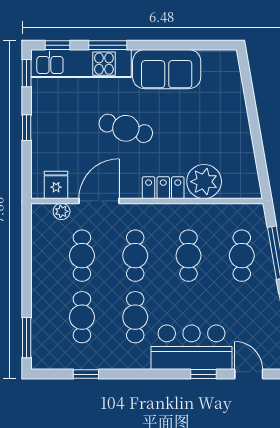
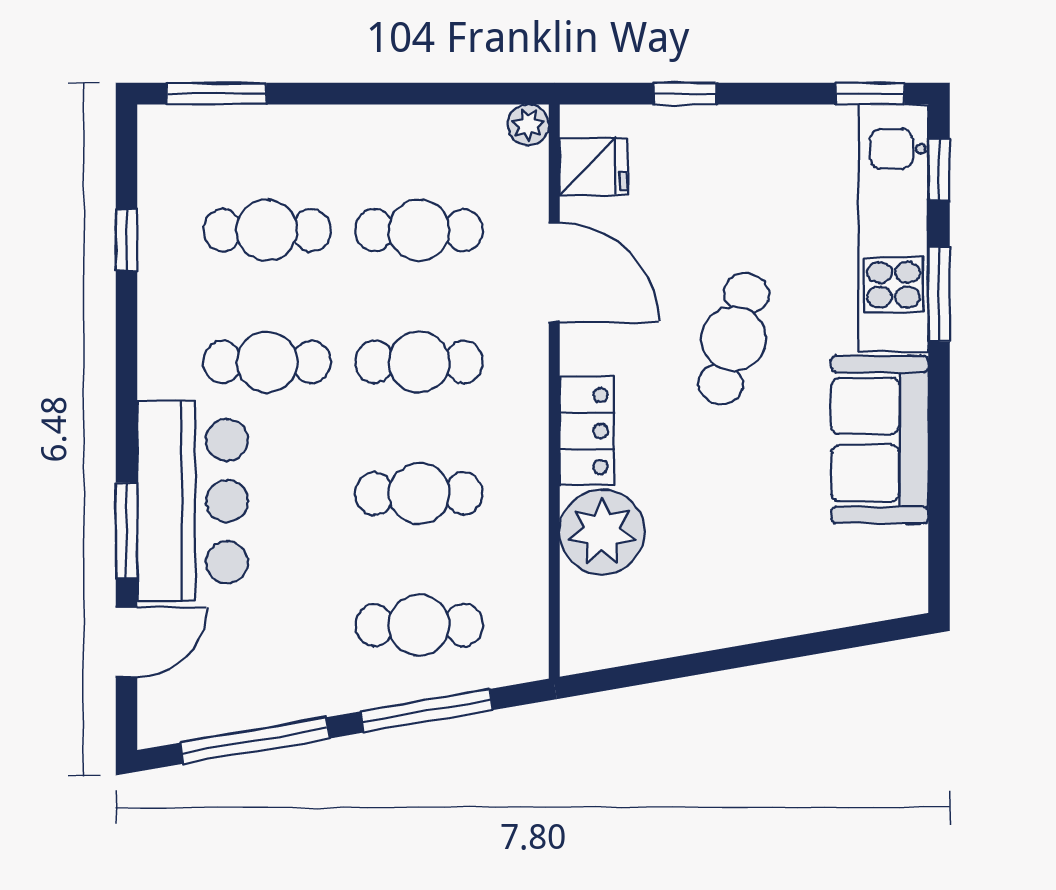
window: (27, 128) -> (685, 94), moved
plant: (62, 211) -> (528, 125), moved
window: (204, 374) -> (127, 531), width x1.50

